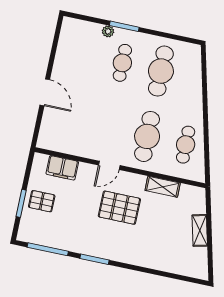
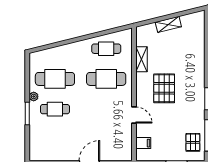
plant: (108, 31) -> (34, 97), moved
door: (109, 165) -> (134, 115), moved
filing cabinet: (62, 168) -> (143, 143), width x0.50
pallet: (42, 201) -> (193, 142), moved

